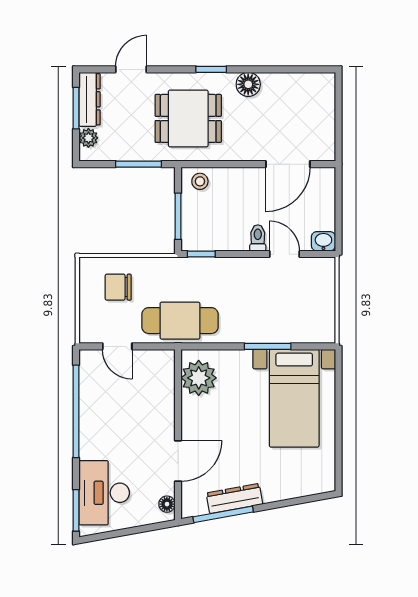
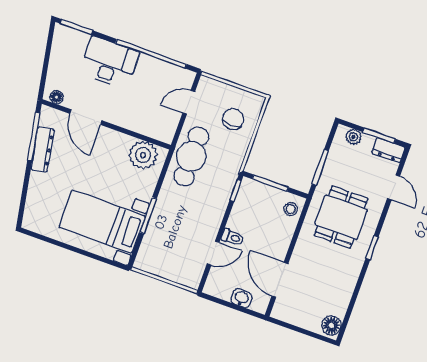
floor lamp: (248, 84) -> (331, 325), moved
dresser: (89, 99) -> (388, 150), width x0.70
washbasin: (323, 241) -> (241, 298), moved, turned -90
desk: (104, 493) -> (109, 63), moved

